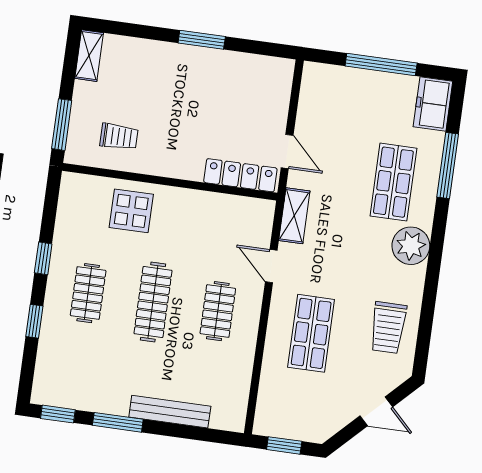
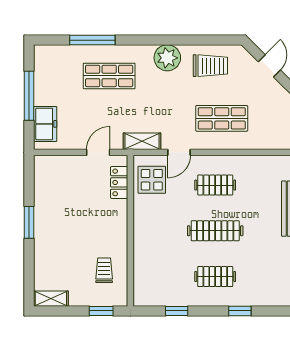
freezer: (433, 104) -> (45, 124), moved, turned -90
window: (62, 125) -> (101, 311), width x0.67
locker: (240, 175) -> (119, 182), width x0.66
display table: (131, 211) -> (152, 180), moved
plant: (411, 246) -> (167, 58), moved
window: (43, 258) -> (177, 311), moved

